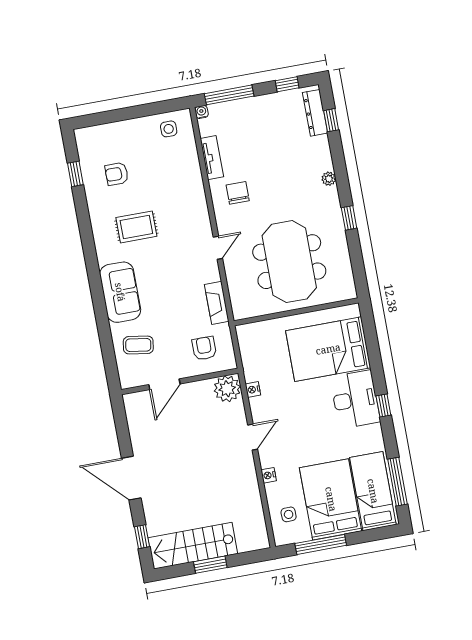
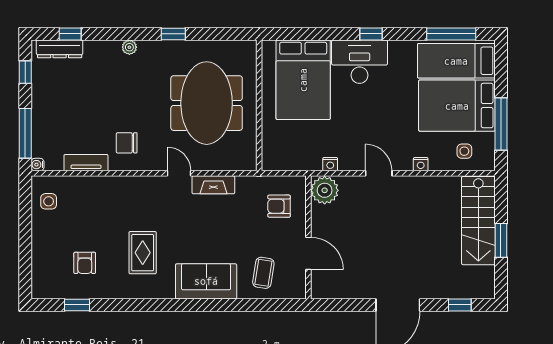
meeting table: (289, 262) -> (207, 103), turned 90
fireplace: (217, 303) -> (213, 185), moved
stairs: (193, 546) -> (478, 221), moved

